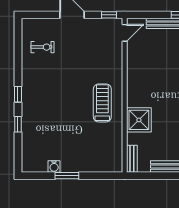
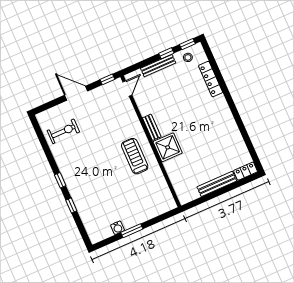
exercise bike: (42, 47) -> (63, 131), width x1.38, depth x1.39
shower: (139, 120) -> (168, 147), moved
bench: (132, 159) -> (152, 127), moved

